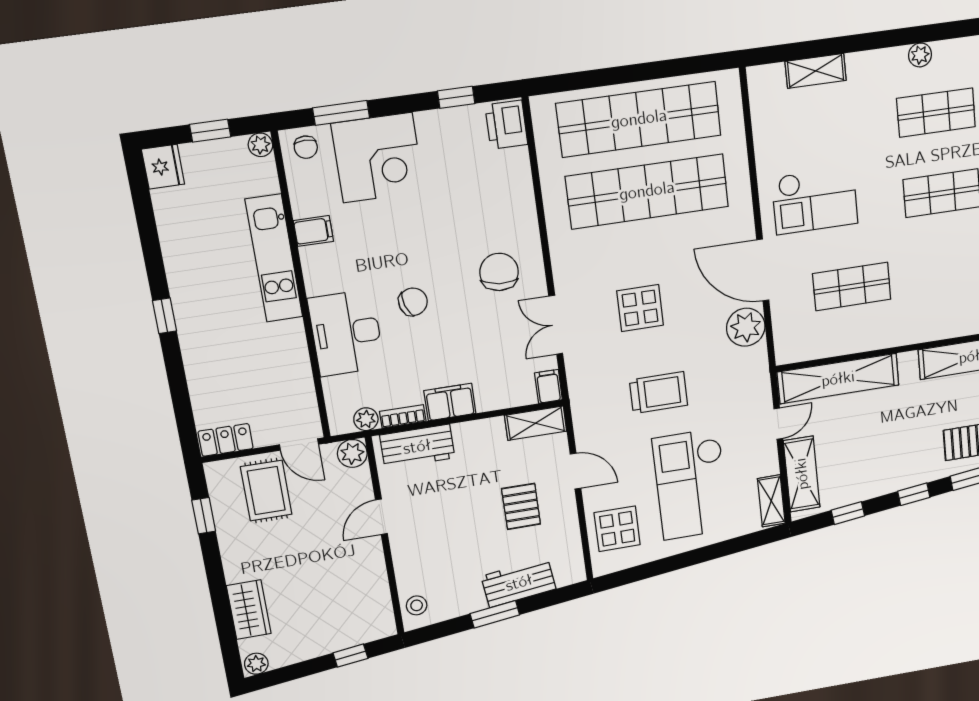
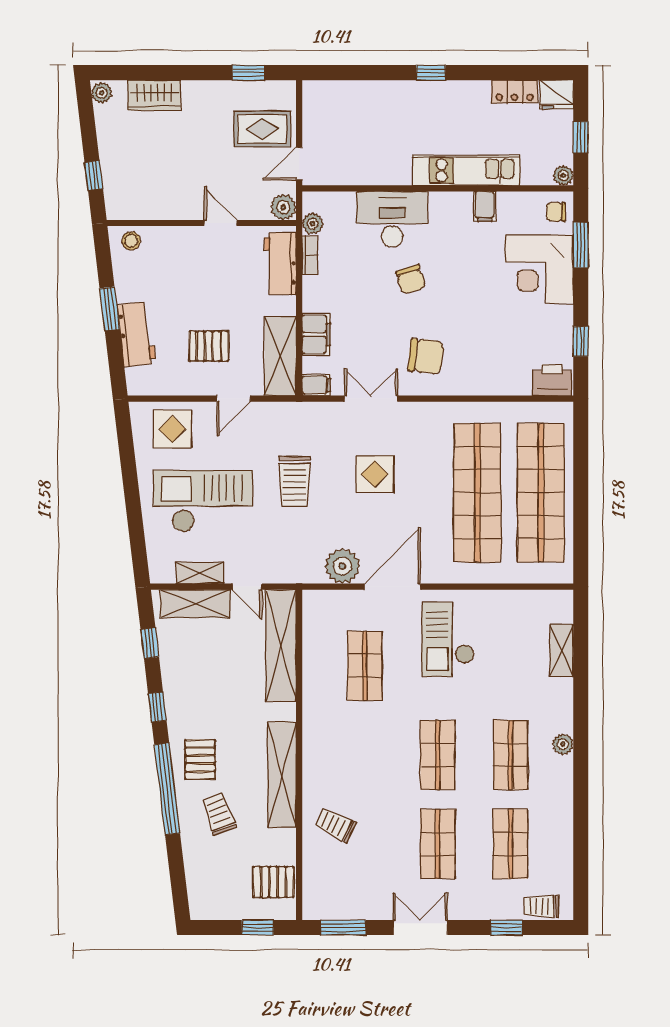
filing cabinet: (450, 402) -> (316, 334), moved
shelving: (536, 423) -> (280, 356), width x1.50, depth x1.33
locker: (226, 440) -> (515, 92), moved, turned 90
shelving: (771, 501) -> (200, 573), moved

